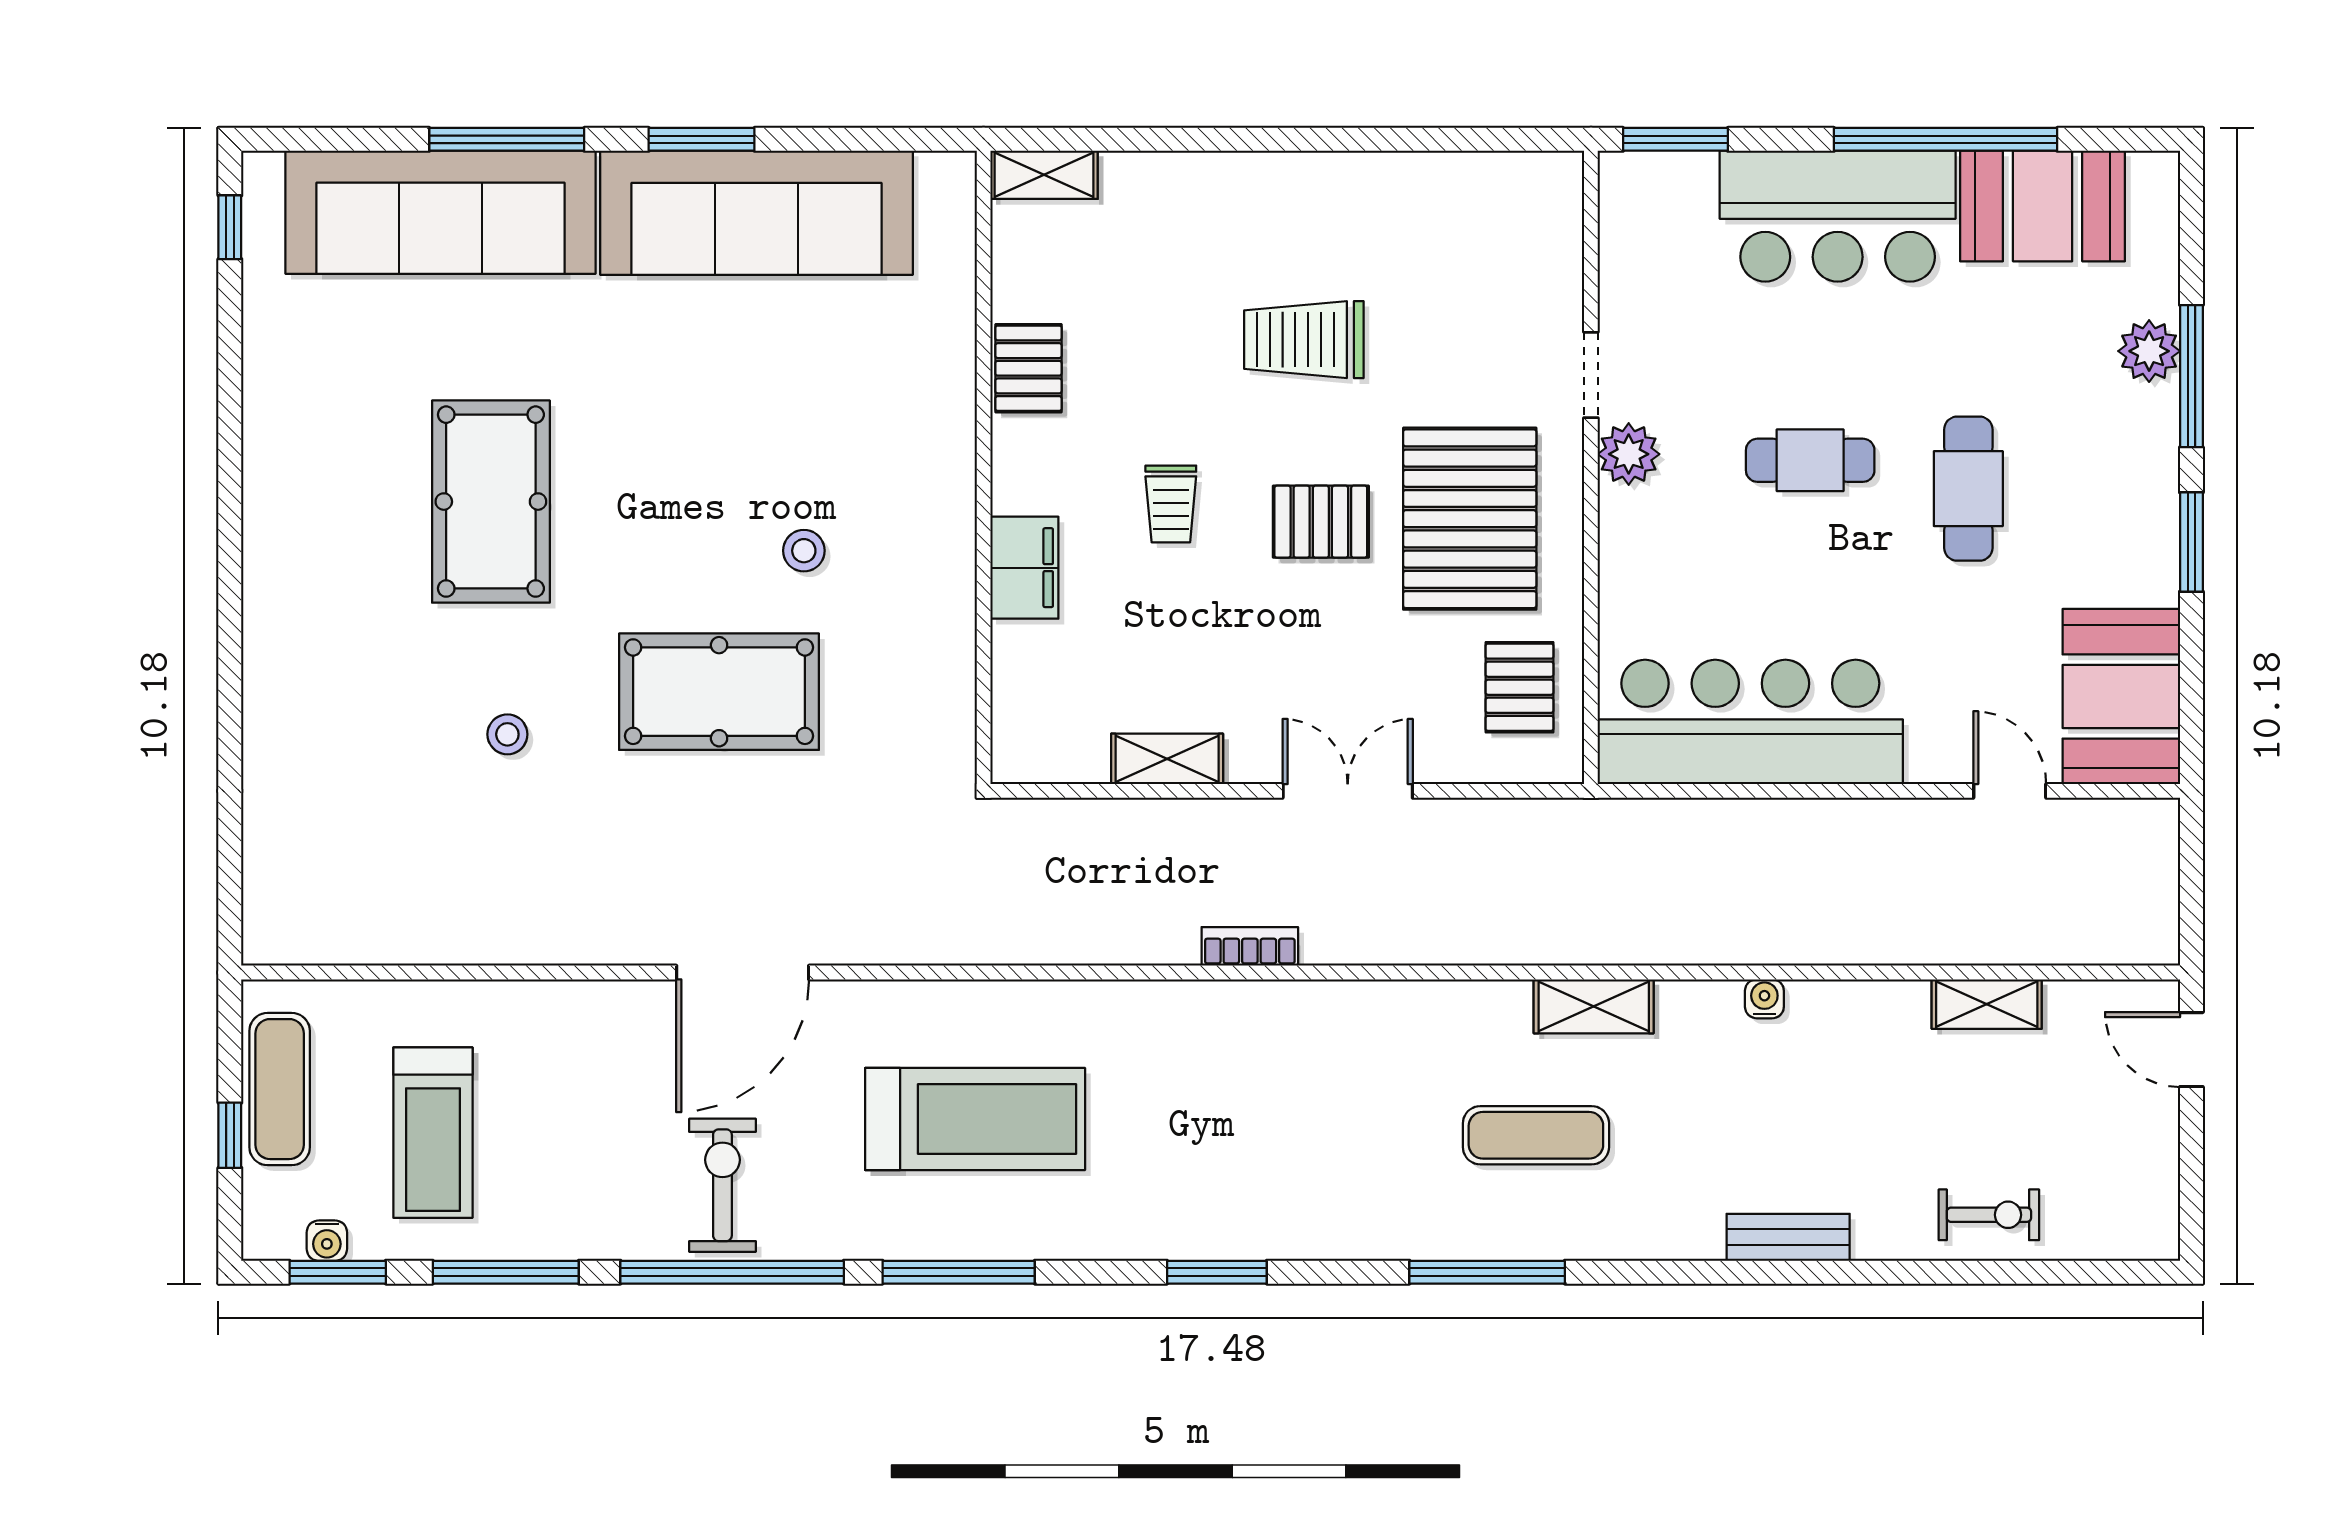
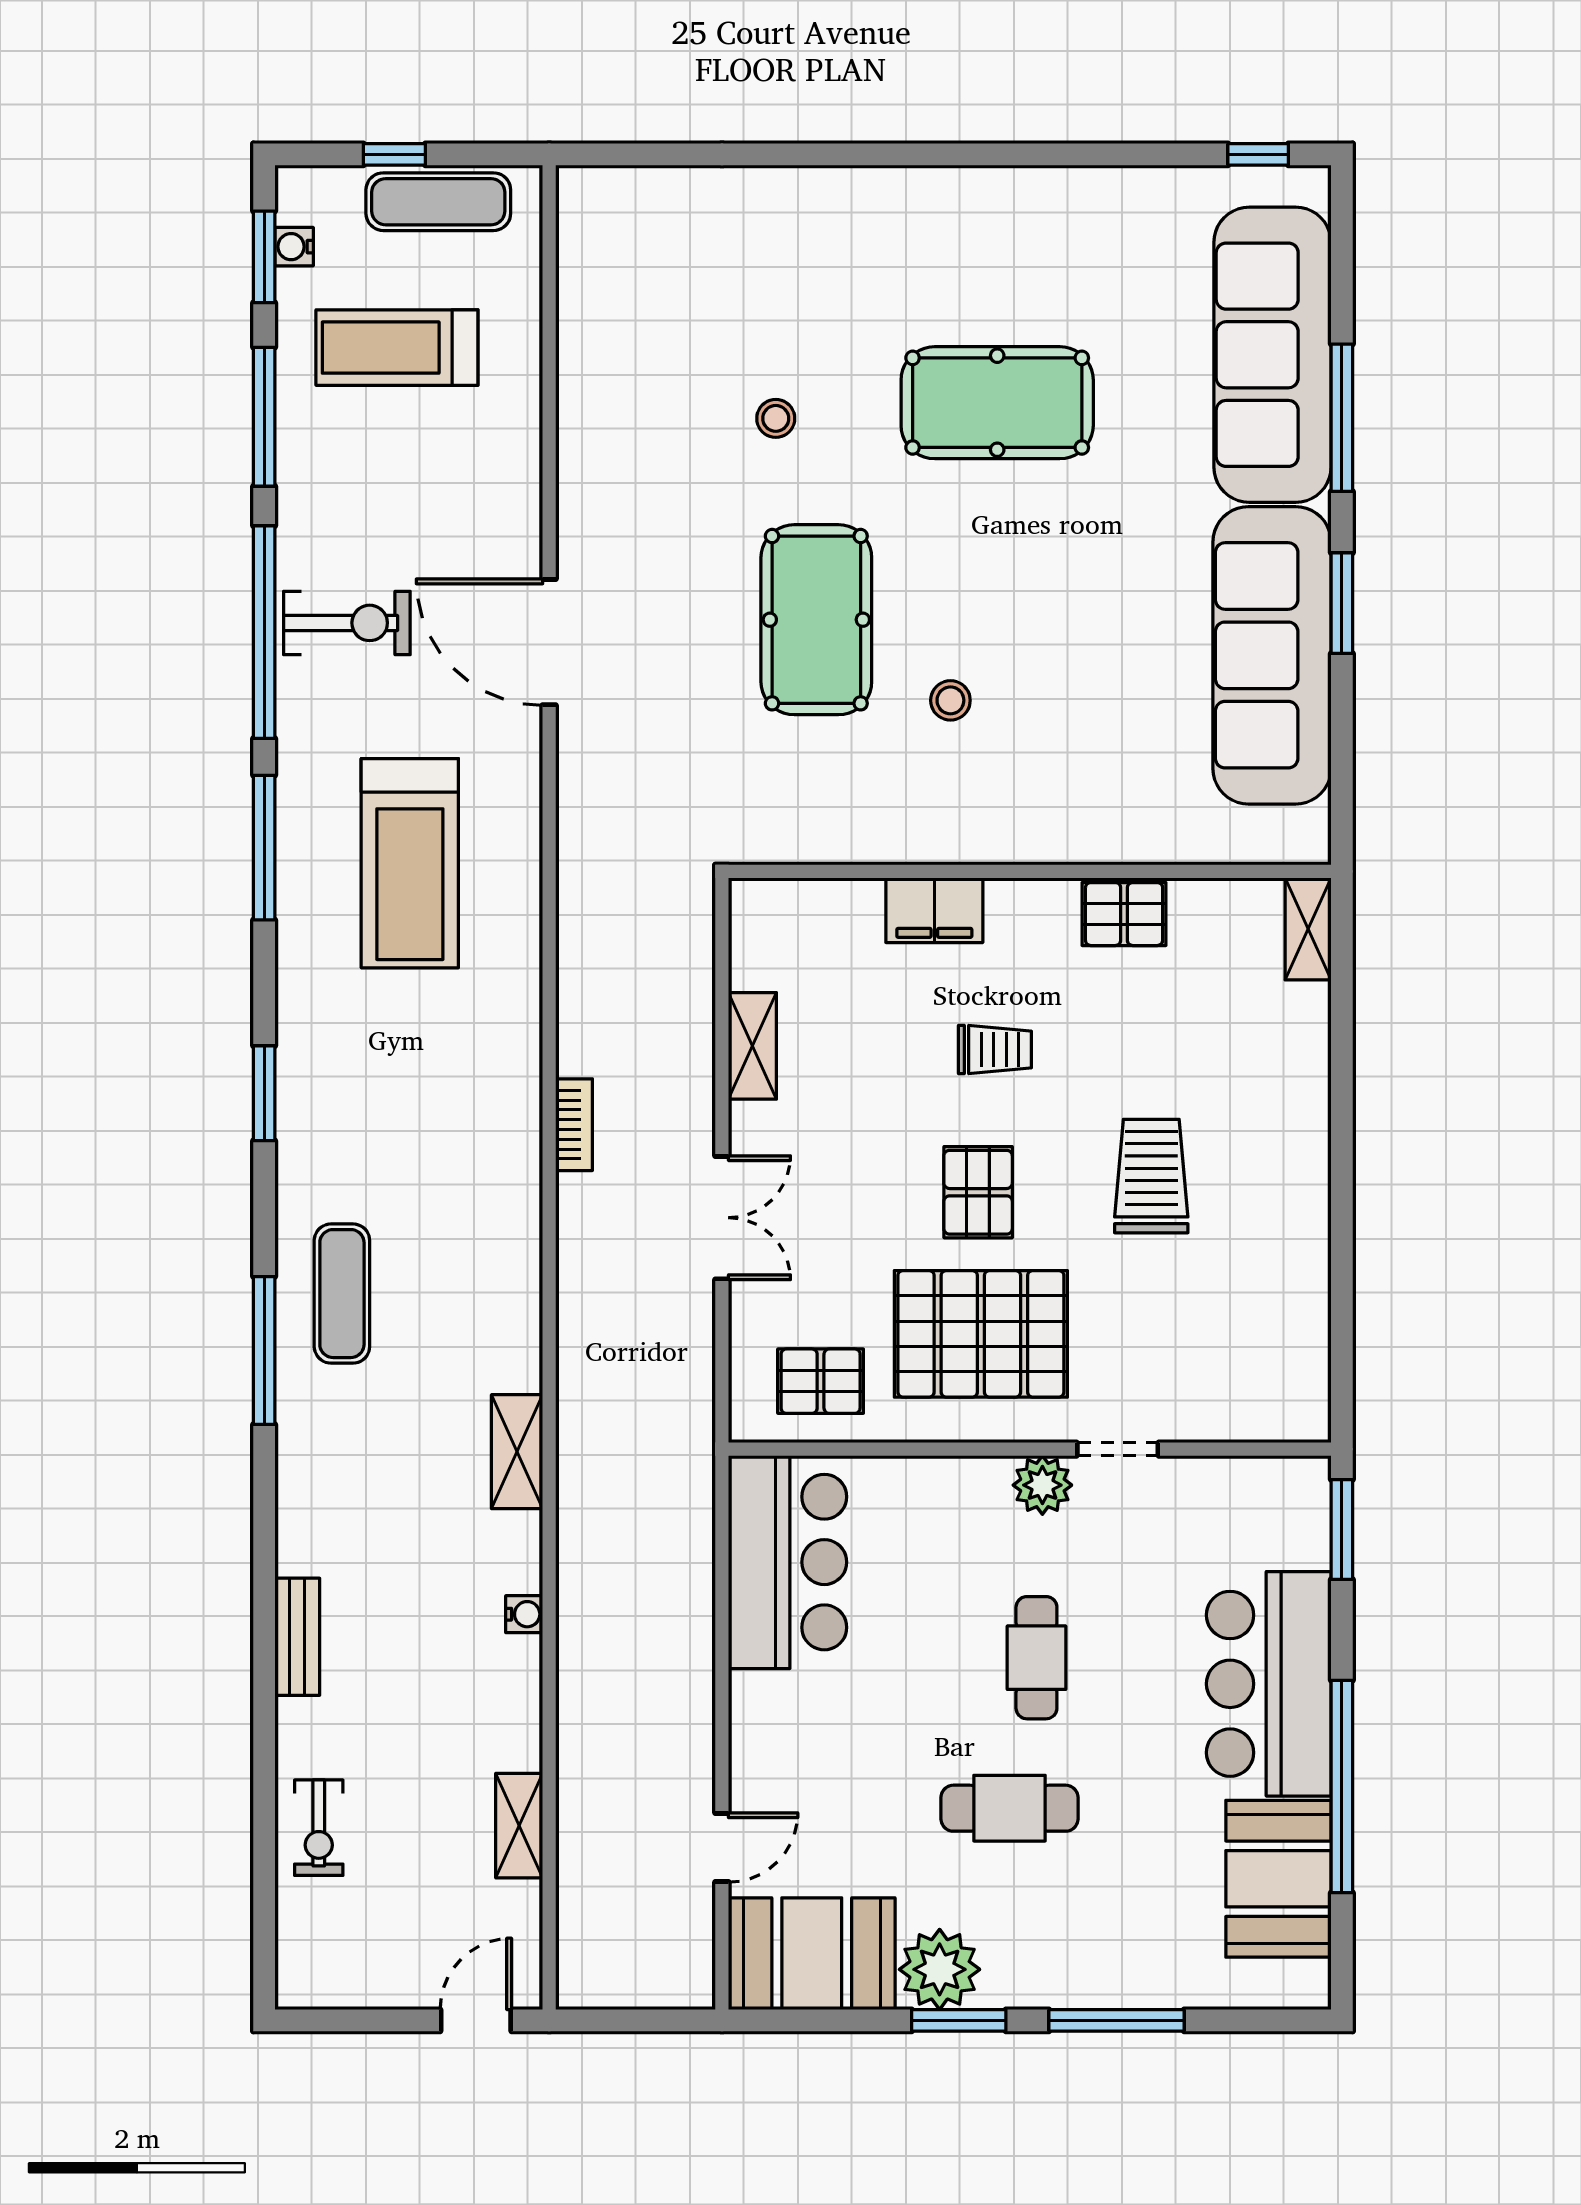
plant: (2149, 351) -> (940, 1969), moved, width x1.36, depth x1.36
trolley: (1171, 504) -> (995, 1050), turned 180
bar counter: (1750, 722) -> (788, 1562), width x0.73
exercise mat: (1536, 1135) -> (342, 1294), moved

